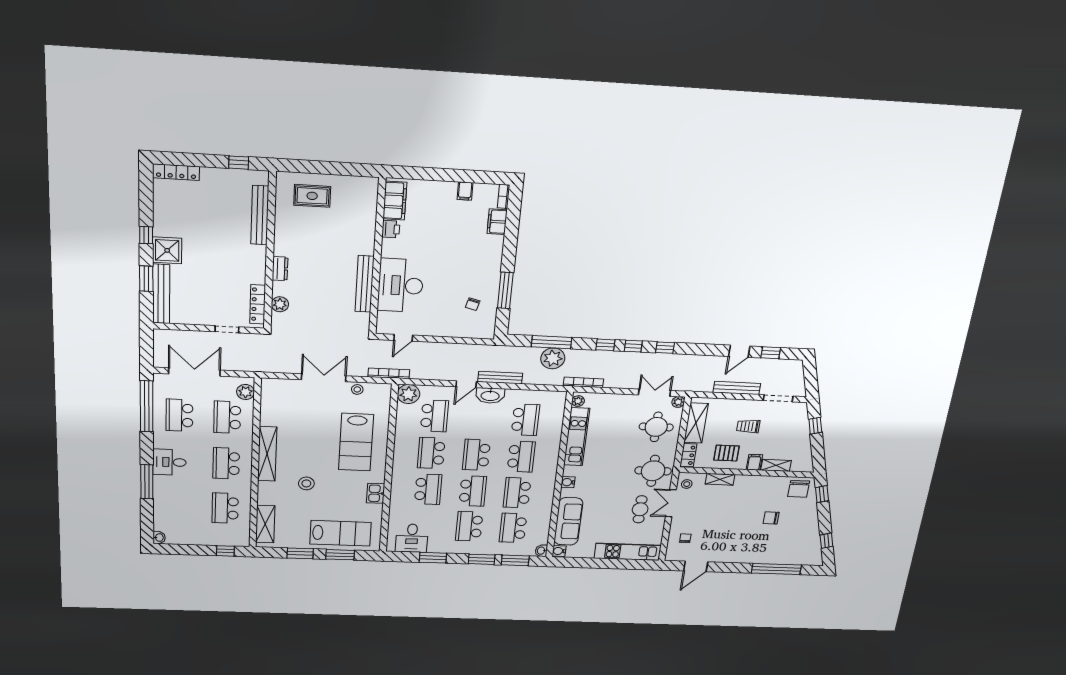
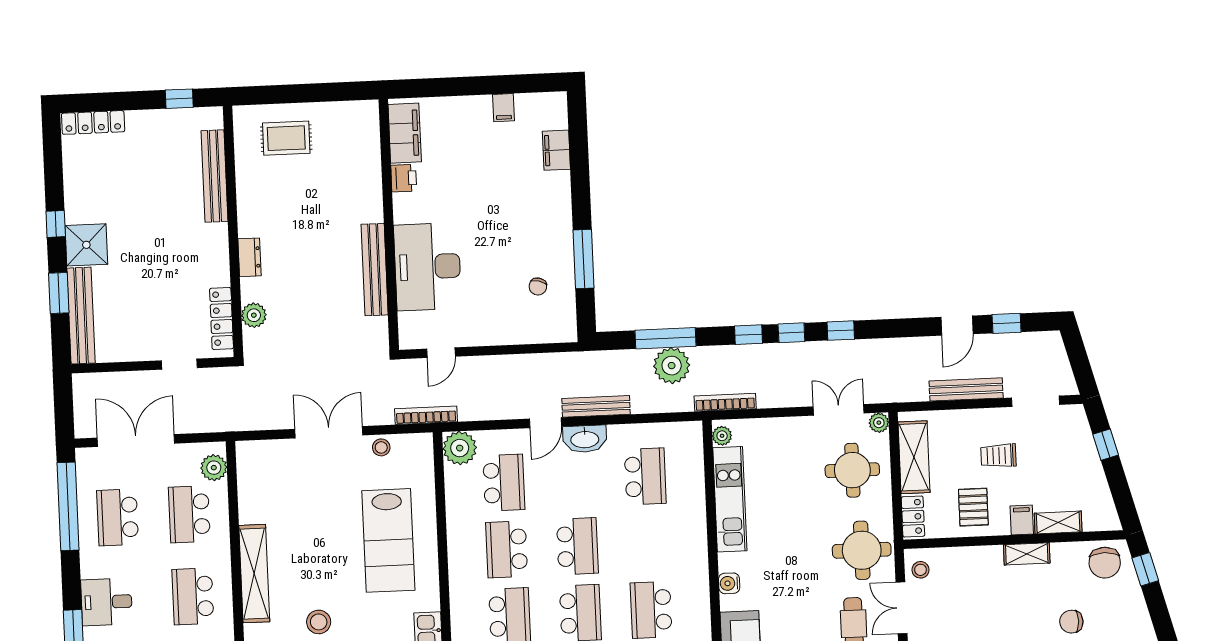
bookcase: (504, 196) -> (560, 110), removed
pallet: (726, 453) -> (973, 507), turned 90
school desk: (476, 455) -> (577, 546), turned 180
school desk: (521, 457) -> (648, 543), removed
shelving: (720, 479) -> (1027, 554), moved

